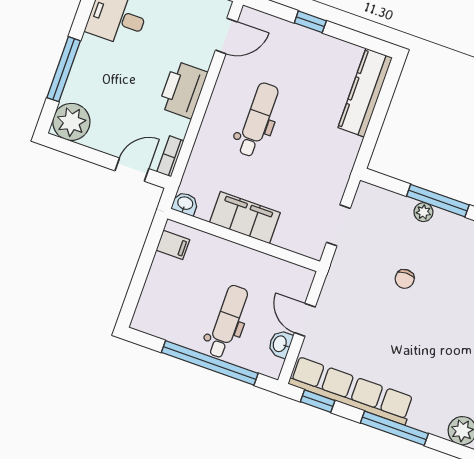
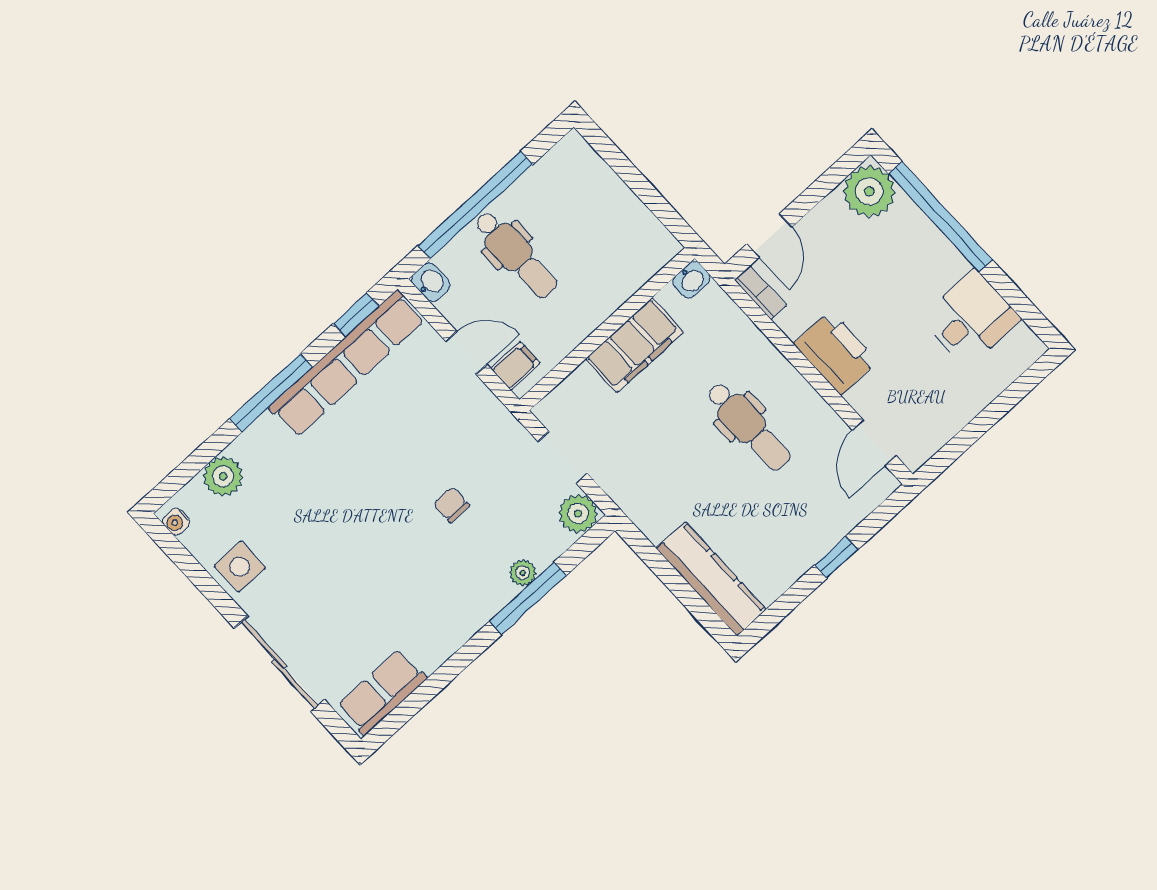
window: (64, 69) -> (940, 217), width x1.46
plant: (368, 197) -> (578, 514), added
filing cabinet: (173, 245) -> (515, 366), moved, turned 180
washbasin: (280, 344) -> (431, 282), moved

